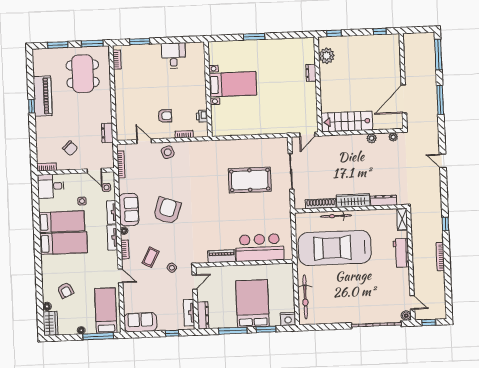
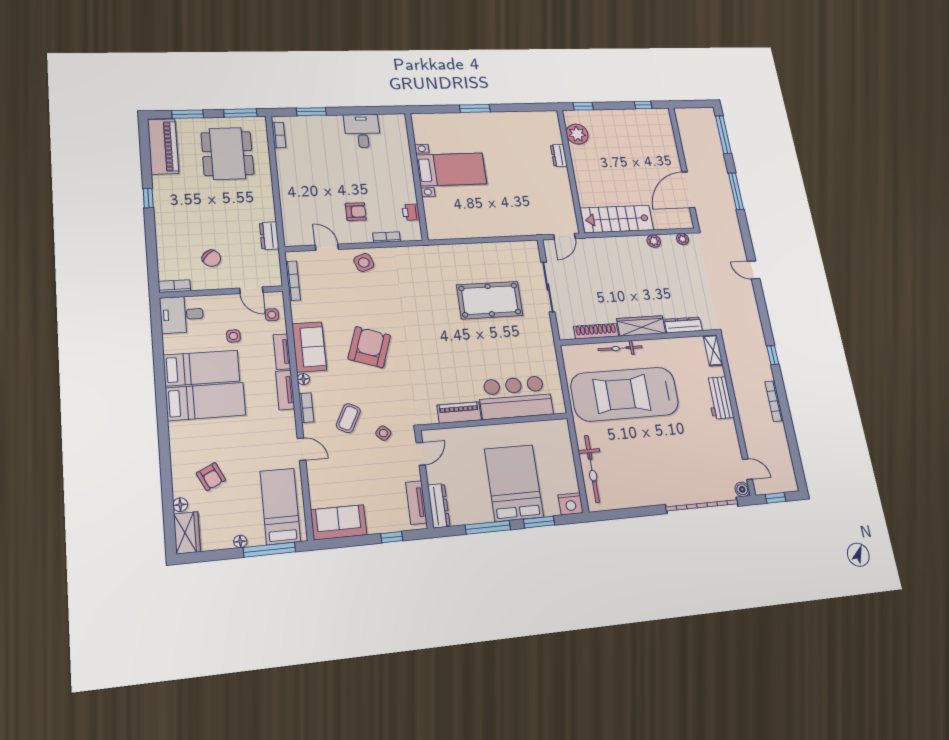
piano: (43, 96) -> (163, 147), moved

